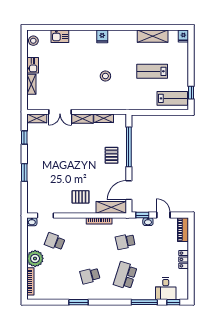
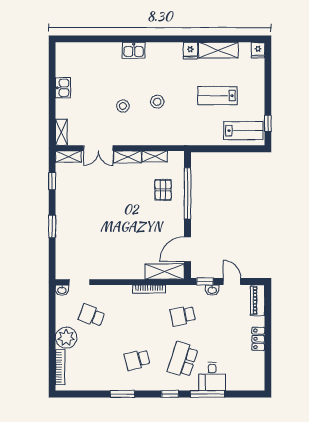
kitchen sink: (60, 36) -> (134, 50), moved
fridge: (102, 36) -> (190, 51), moved
stool: (33, 41) -> (123, 106), moved
shelving: (31, 84) -> (61, 132), moved
pallet: (112, 155) -> (163, 190), moved
pallet: (81, 197) -> (125, 258), removed
desk: (166, 289) -> (212, 376), moved
window: (173, 302) -> (170, 394), moved

